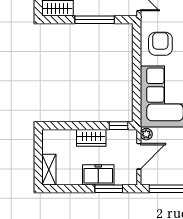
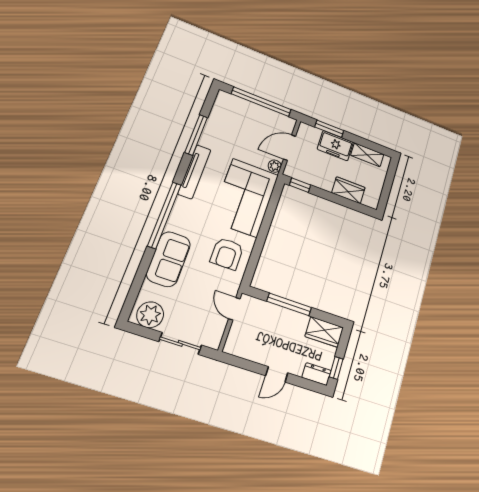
wardrobe: (91, 138) -> (348, 190), moved
shelving: (49, 170) -> (367, 155), moved, turned 90

